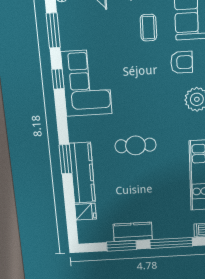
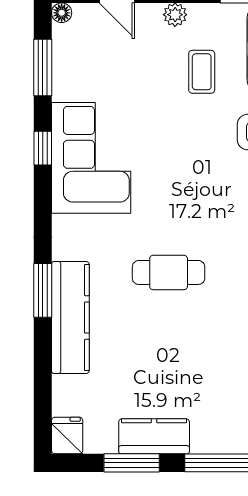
fridge: (86, 212) -> (67, 435), moved, turned -90

